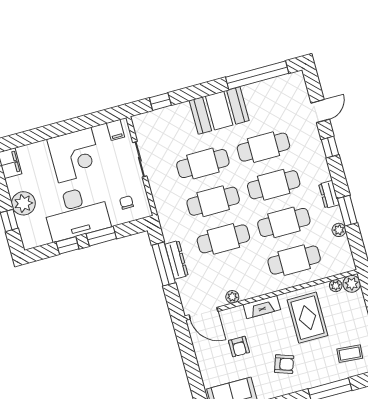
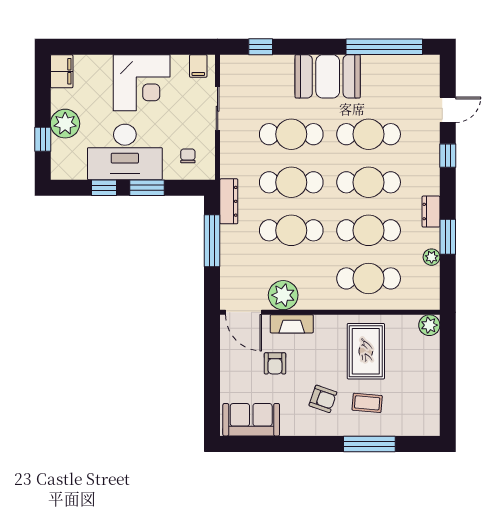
dresser: (177, 260) -> (229, 201), moved
plant: (336, 286) -> (410, 322), removed
plant: (232, 297) -> (283, 295), width x1.88, depth x1.88
fireplace: (262, 307) -> (292, 324), moved
coffee table: (350, 354) -> (367, 403), moved

